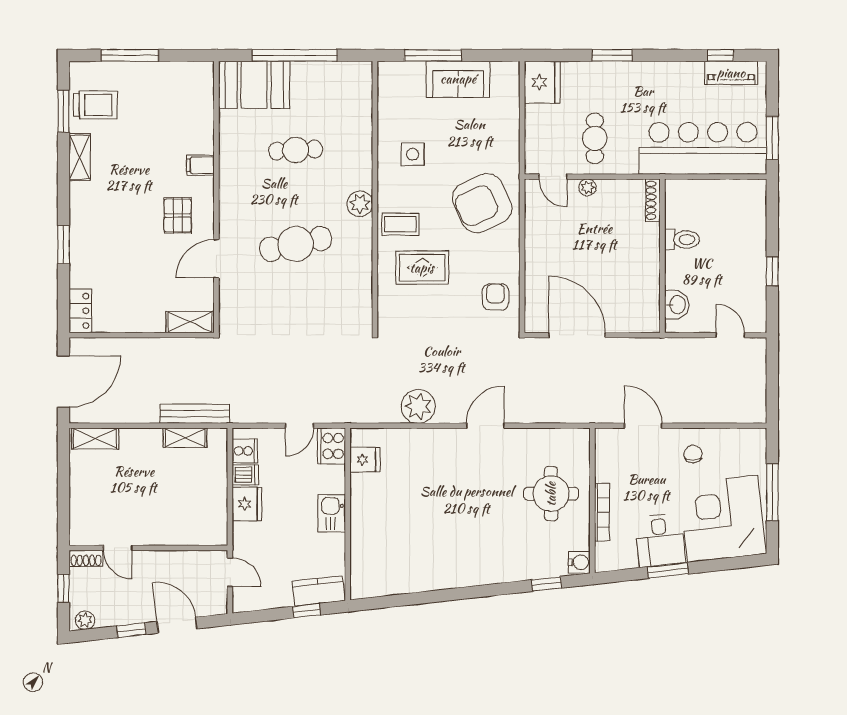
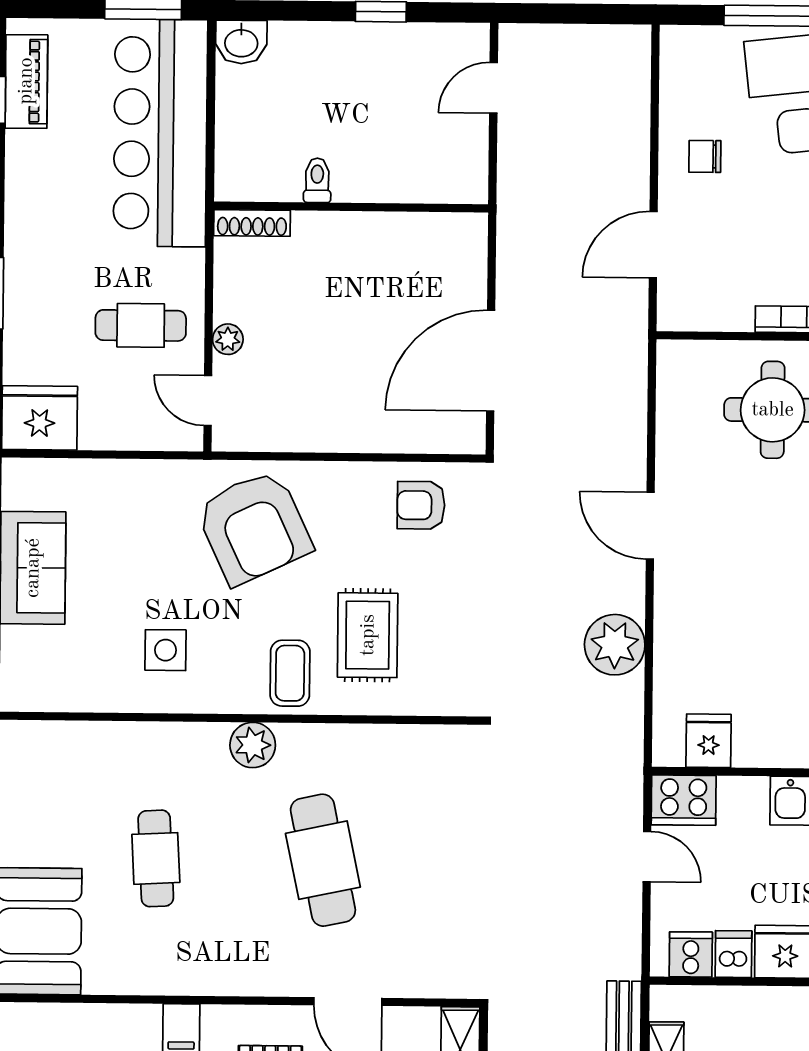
door: (553, 177) -> (208, 400), swing flipped
toilet: (682, 240) -> (317, 180), width x0.73, depth x0.72
washbasin: (677, 305) -> (241, 42), moved, turned 180

